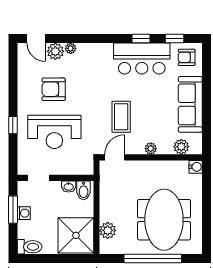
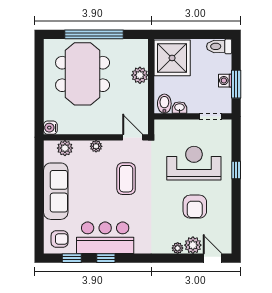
armchair: (54, 89) -> (195, 207), turned 90
door: (115, 157) -> (133, 137), swing flipped
plant: (108, 230) -> (140, 75), moved

